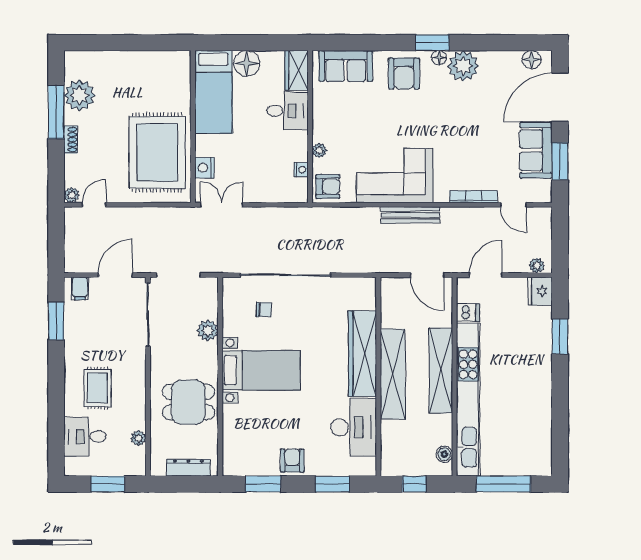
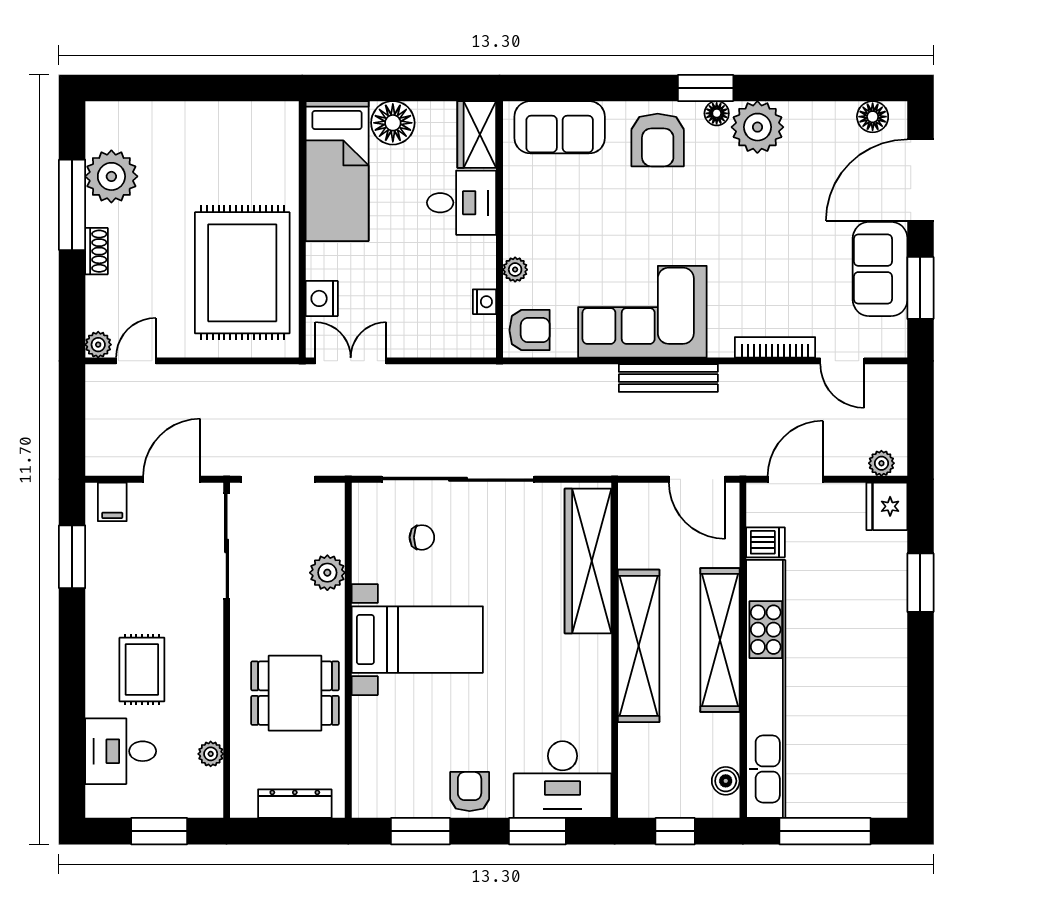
wardrobe: (362, 354) -> (588, 561), moved
desk: (354, 427) -> (563, 780), moved, turned 90

